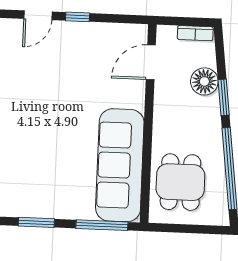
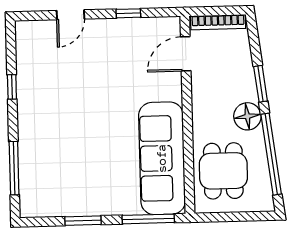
window: (78, 17) -> (128, 13), moved
bookcase: (195, 33) -> (218, 22), width x1.56
floor lamp: (204, 81) -> (247, 116), moved

